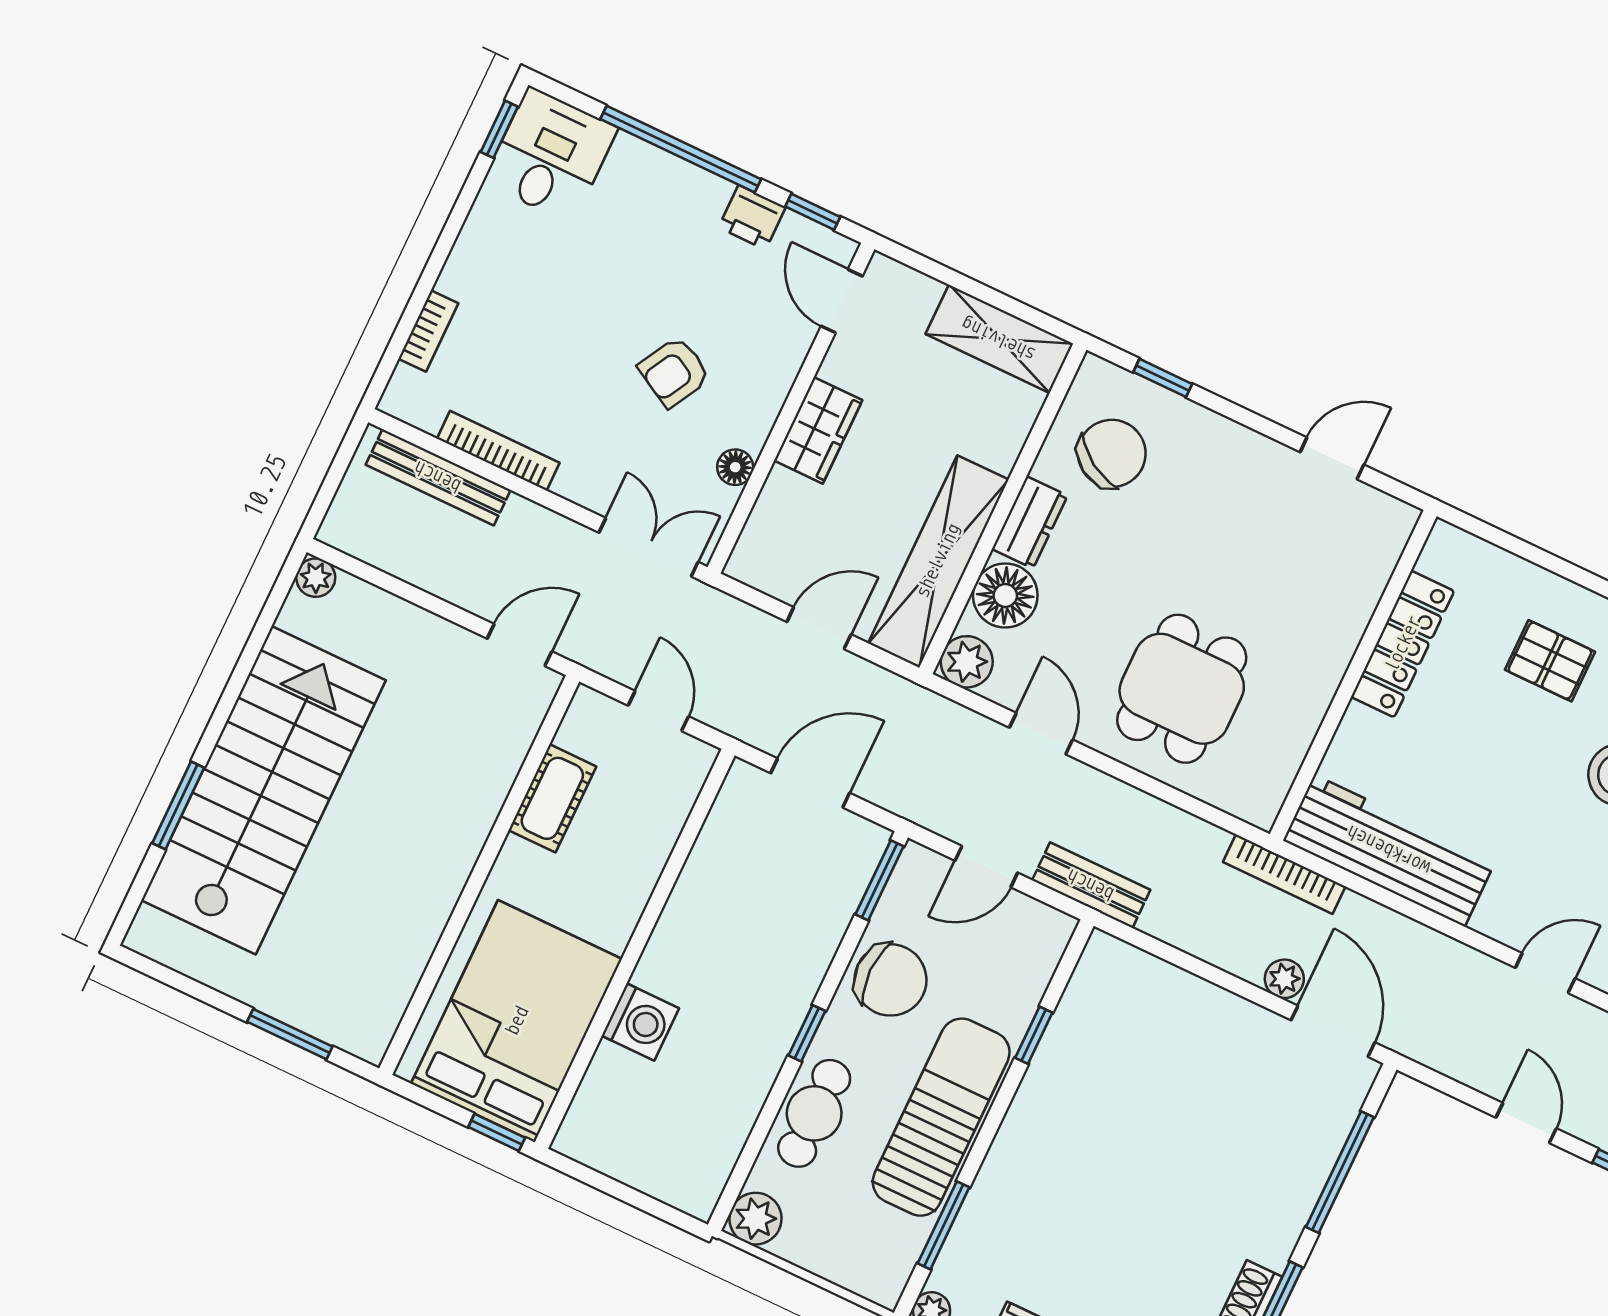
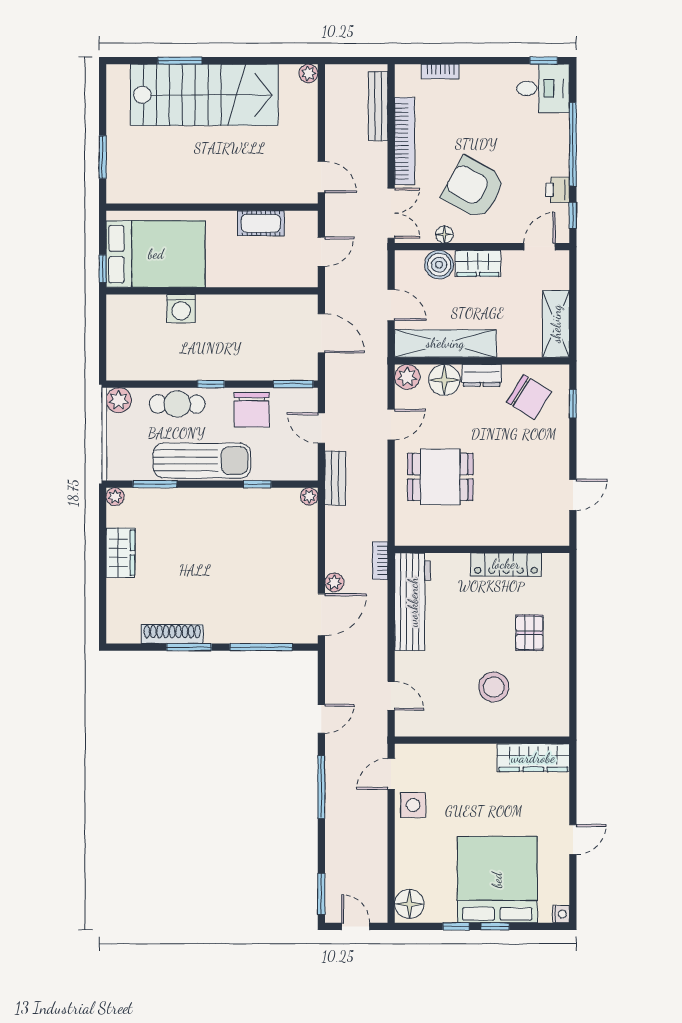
armchair: (674, 372) -> (474, 188), width x1.88, depth x1.88
bookcase: (498, 451) -> (405, 141), width x1.48, depth x1.31
door: (1332, 458) -> (573, 495), hinge flipped
boiler: (786, 504) -> (439, 265), added
bookcase: (1284, 874) -> (380, 561), width x0.64
plant: (1102, 950) -> (309, 496), added

